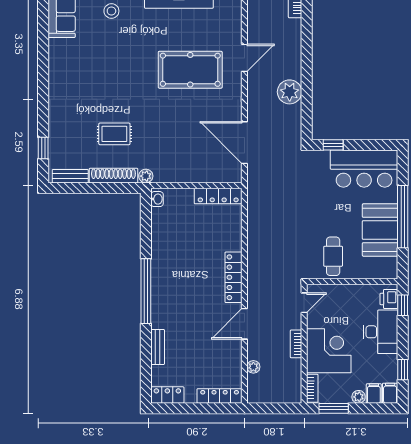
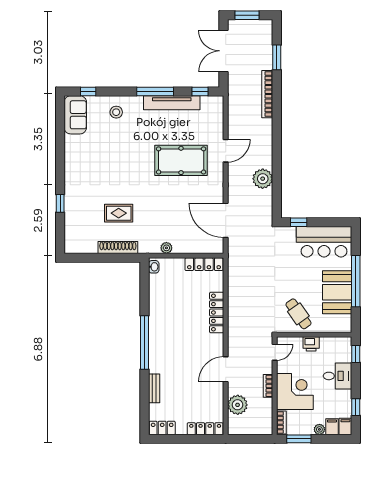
window: (43, 148) -> (60, 203), moved
bench: (70, 176) -> (82, 248), removed
plant: (146, 176) -> (166, 248), moved
cafe table: (333, 256) -> (298, 314), turned -35
locker: (234, 277) -> (217, 312), moved
printer: (389, 299) -> (311, 344), moved, turned -90
desk: (381, 332) -> (338, 376), width x0.73
plant: (253, 367) -> (238, 405), width x1.87, depth x1.87

